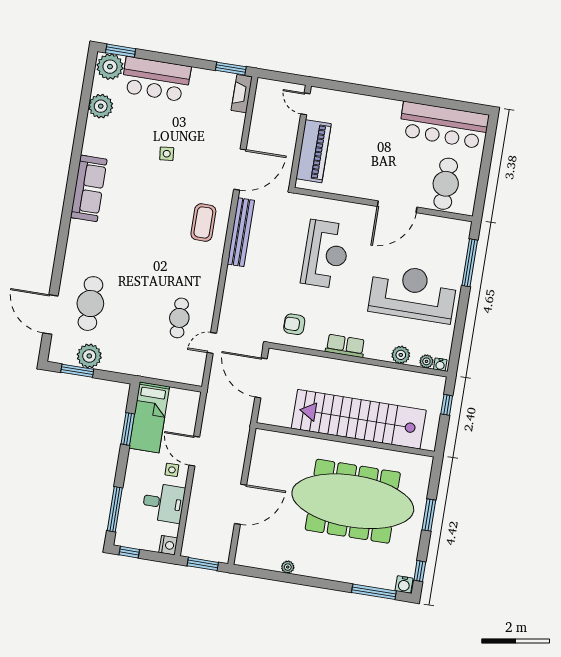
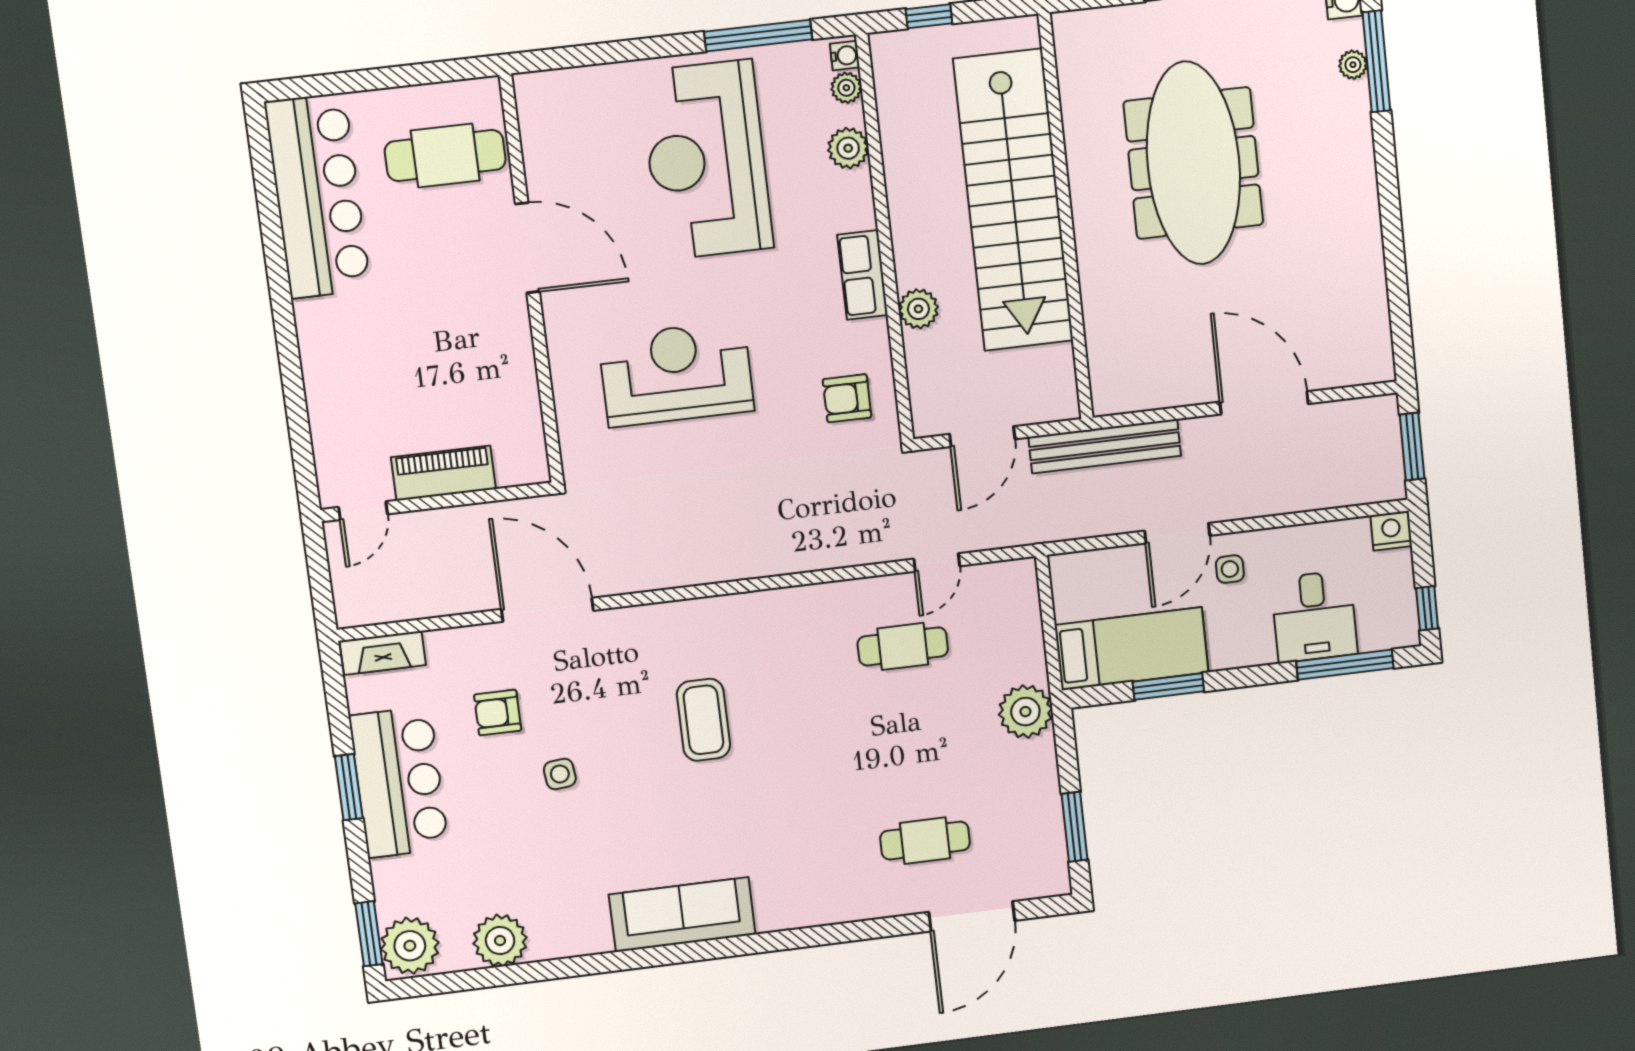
window: (231, 69) -> (349, 787), moved
bar counter: (156, 79) -> (399, 782), moved
armchair: (201, 135) -> (498, 713), added
piano: (314, 151) -> (443, 473), width x0.73, depth x0.75
coffee table: (203, 222) -> (703, 720), moved, turned 90
bench: (241, 232) -> (1105, 446), moved
window: (470, 263) -> (758, 36), moved
cafe table: (90, 304) -> (925, 841), width x0.73, depth x0.74
armchair: (294, 324) -> (847, 398), turned 90
door: (212, 343) -> (937, 562), hinge flipped
plant: (89, 356) -> (1025, 712), moved
plant: (324, 366) -> (918, 309), added
door: (261, 378) -> (982, 437), width x0.73
meeting table: (353, 501) -> (1193, 163), width x0.73, depth x0.79
desk: (163, 503) -> (1314, 616), moved, turned 180
plant: (288, 567) -> (1353, 65), moved

